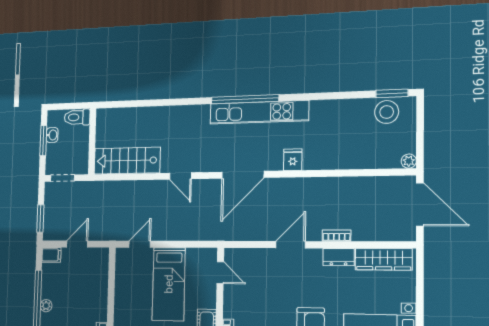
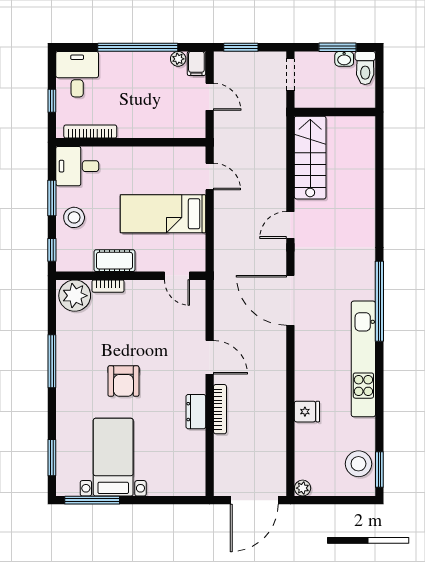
kitchen unit: (259, 112) -> (363, 359), moved
toilet: (77, 117) -> (365, 68), moved, turned 180
fridge: (293, 160) -> (307, 412), moved
bookcase: (337, 236) -> (220, 409), width x1.56
wardrobe: (384, 259) -> (194, 461), removed
door: (220, 273) -> (177, 276), hinge flipped
plant: (46, 306) -> (178, 59), moved

